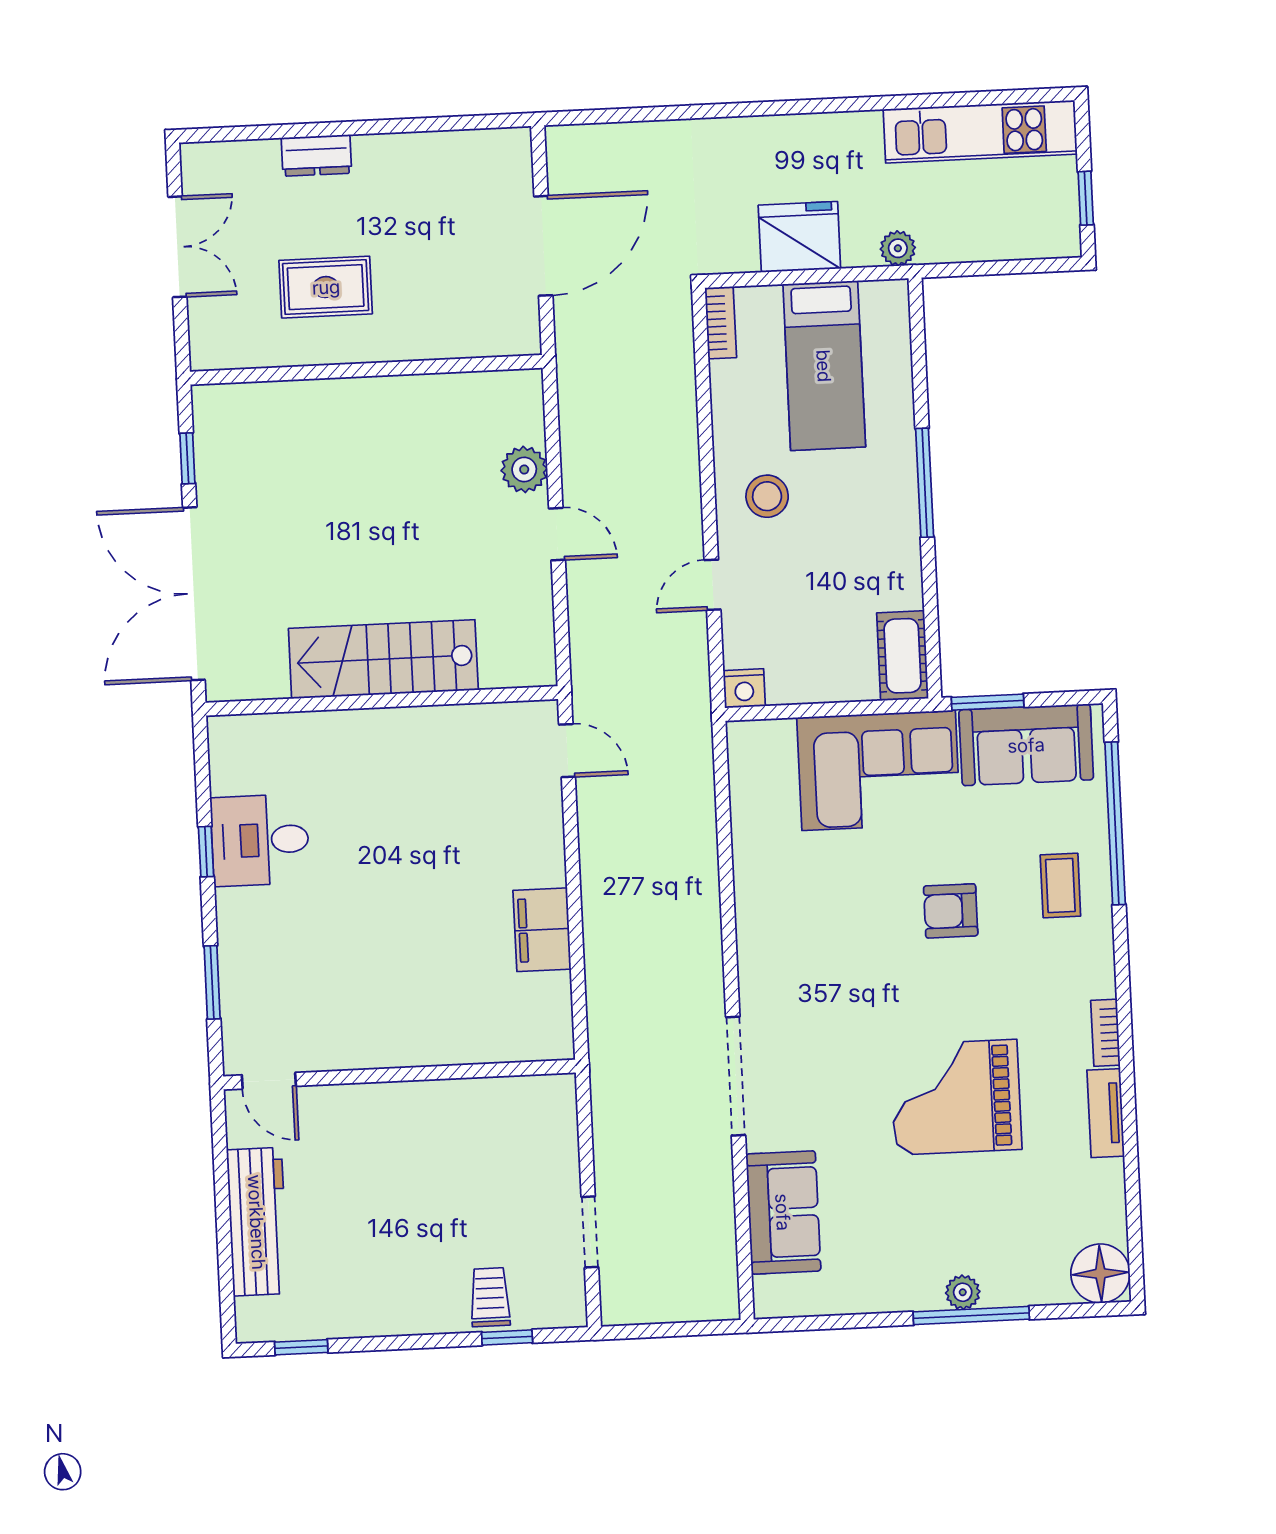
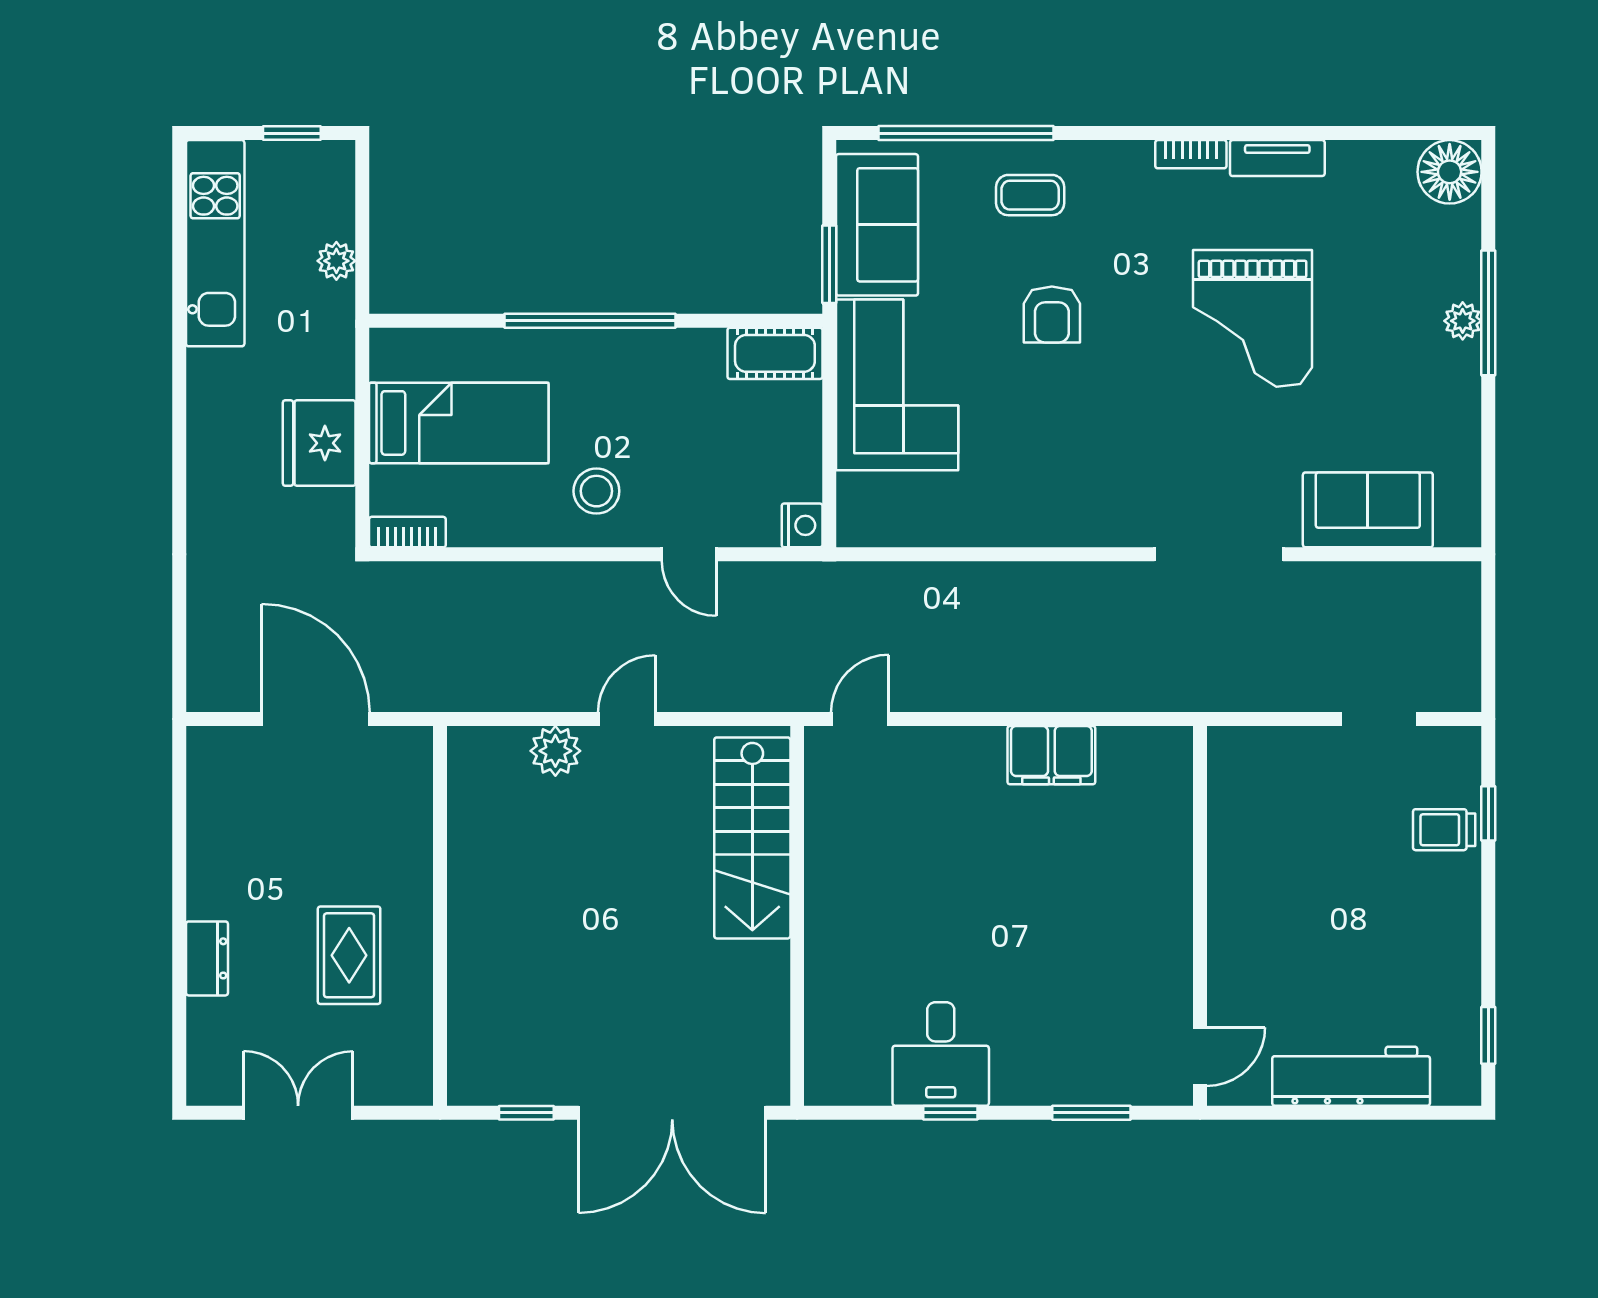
plant: (898, 248) -> (336, 261), moved
window: (925, 483) -> (590, 321), width x1.46
stairs: (383, 659) -> (752, 838), moved

